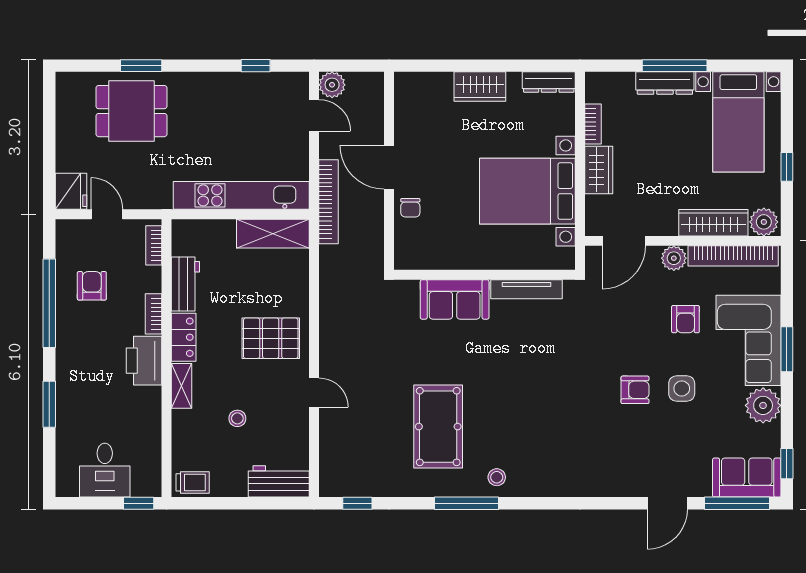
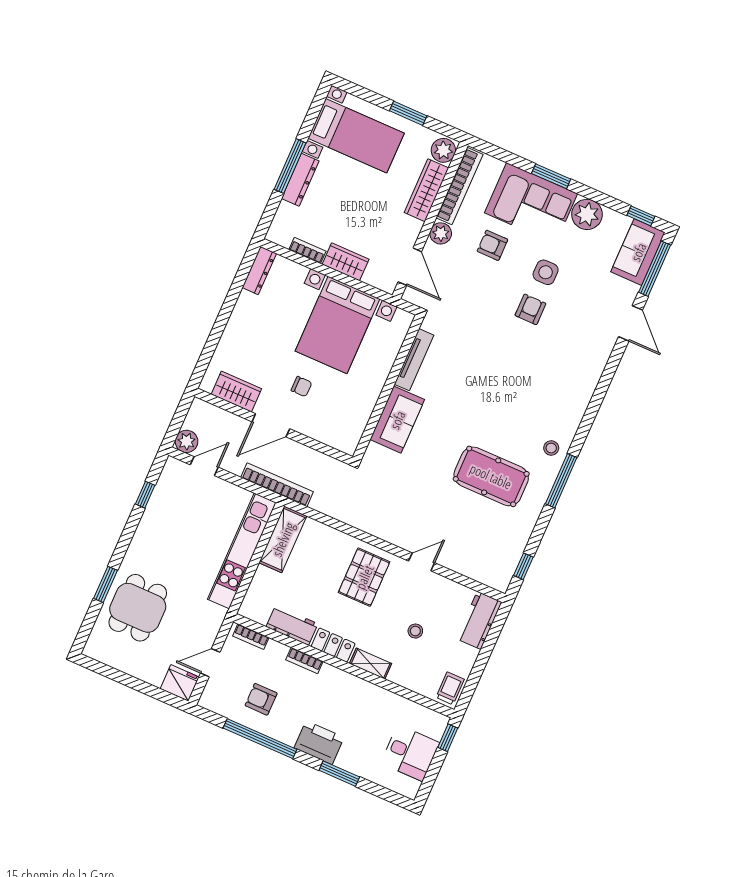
wardrobe: (480, 87) -> (236, 392), moved, turned -90
window: (787, 167) -> (408, 113), width x1.50
chair: (410, 208) -> (301, 387), moved
armchair: (685, 319) -> (492, 245), turned 180
printer: (144, 361) -> (319, 743), moved, turned 180

